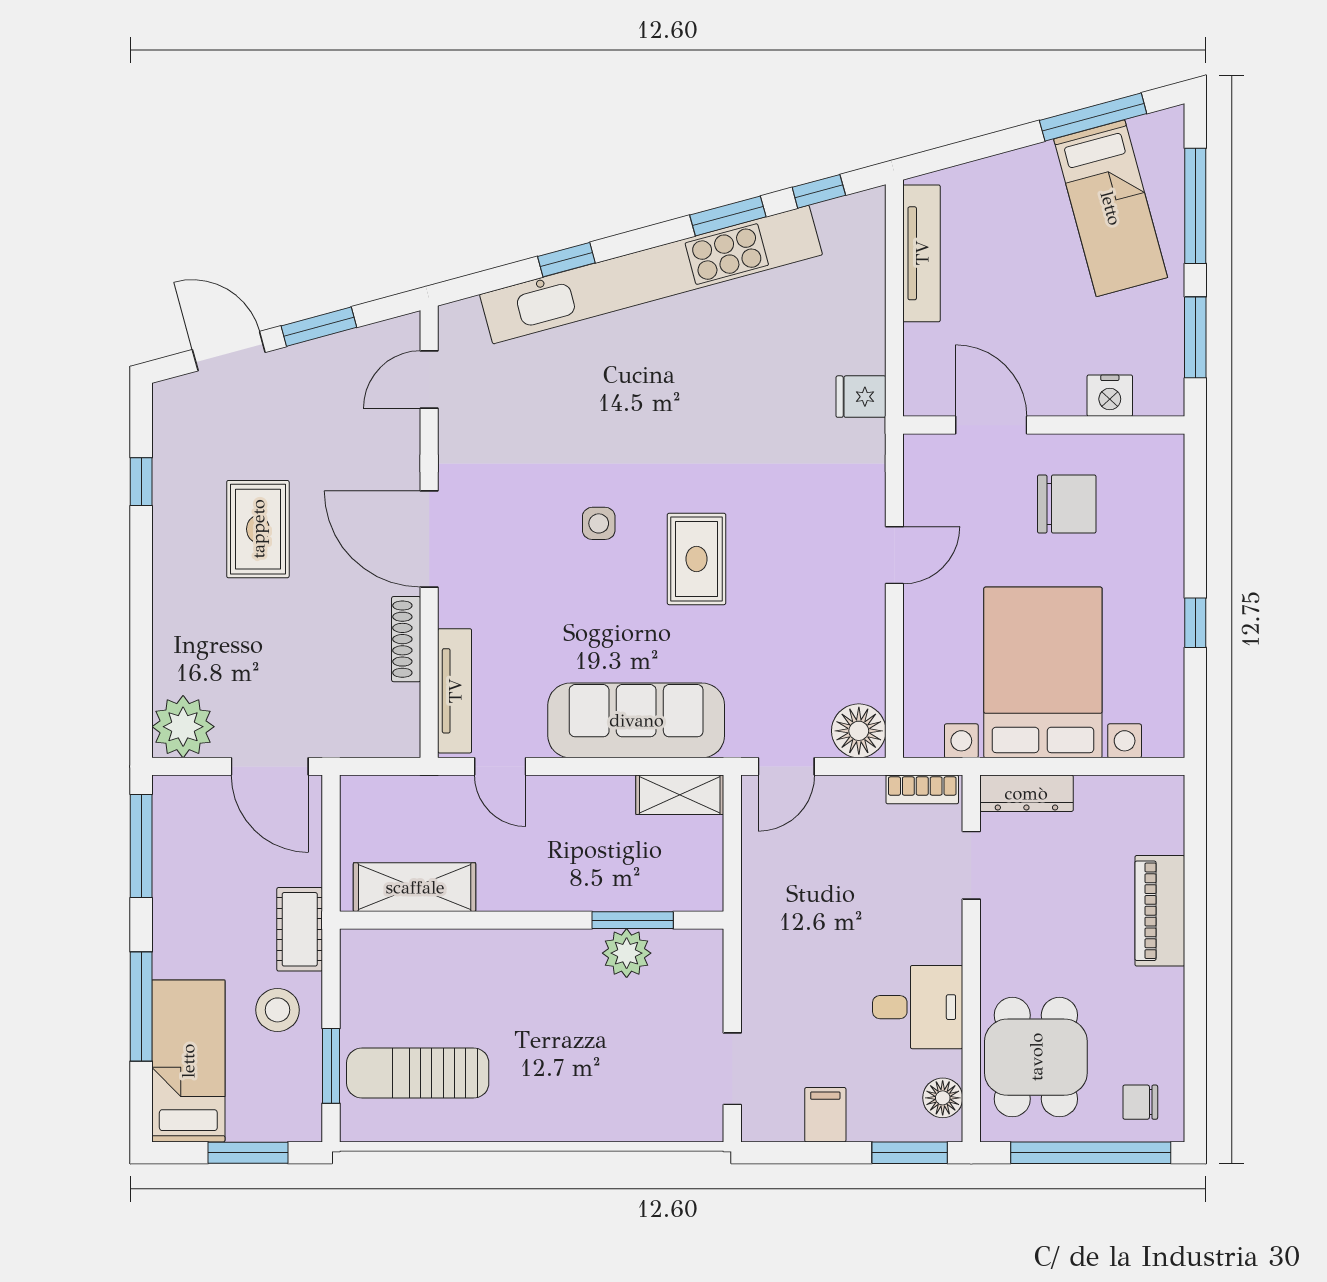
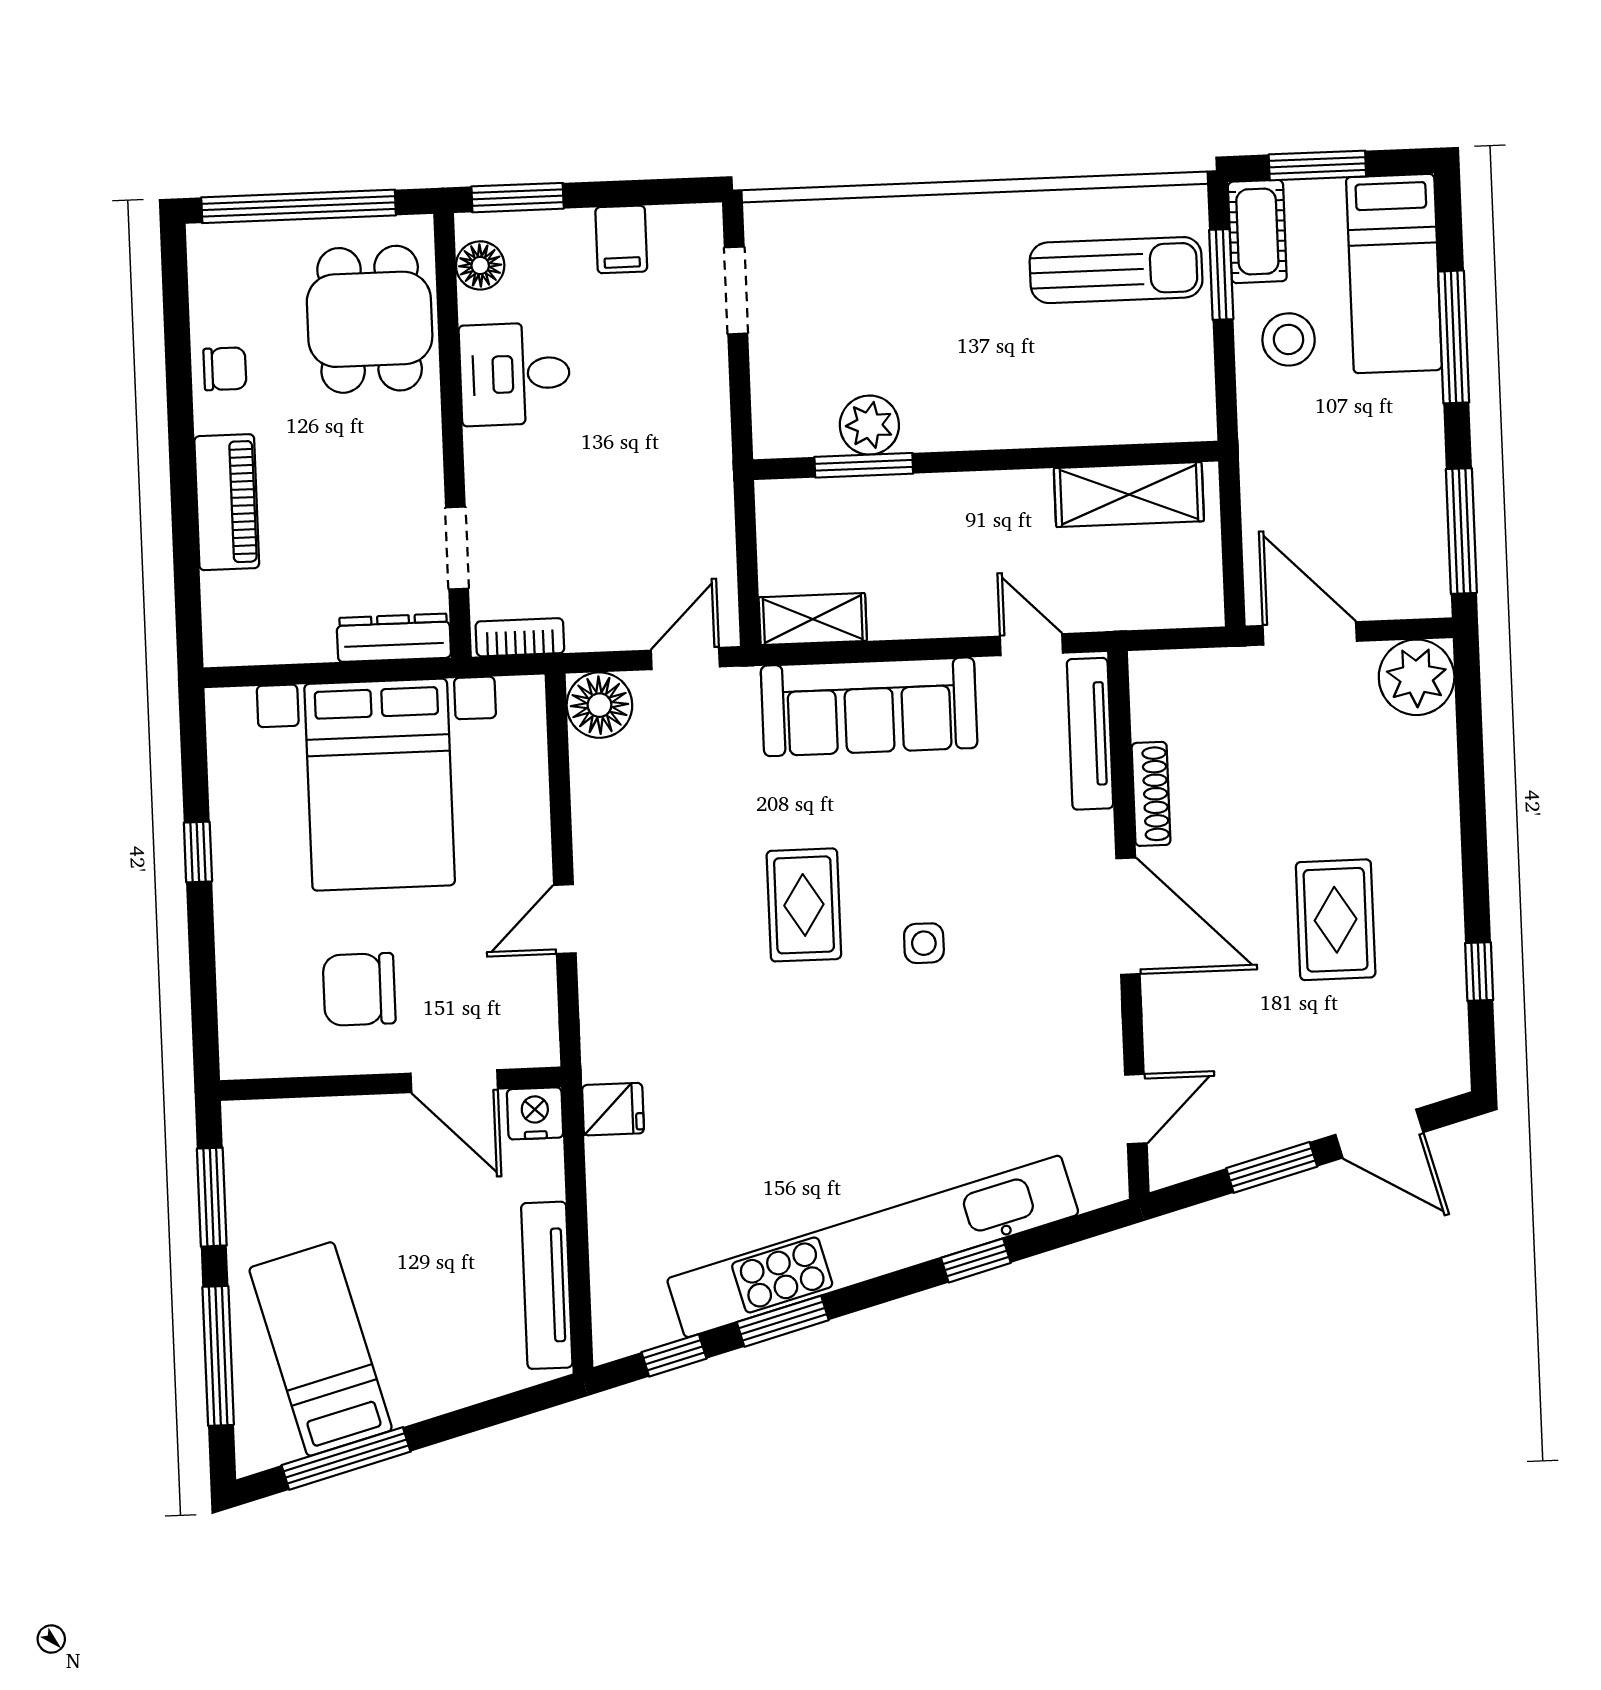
nightstand: (1110, 396) -> (535, 1113), moved
cot: (300, 929) -> (1257, 231), moved
chair: (1140, 1102) -> (225, 369), moved

